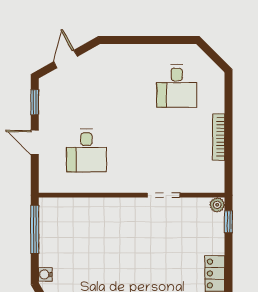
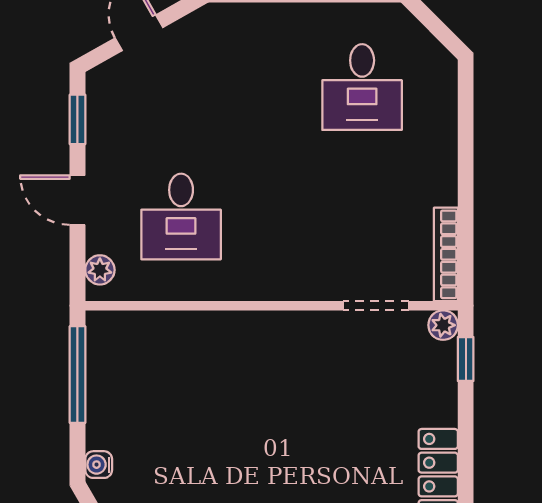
bookcase: (219, 137) -> (446, 254), moved
plant: (46, 177) -> (100, 270), added
doorway: (164, 195) -> (376, 306), moved

